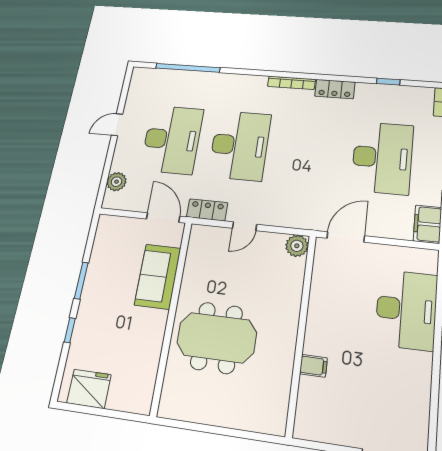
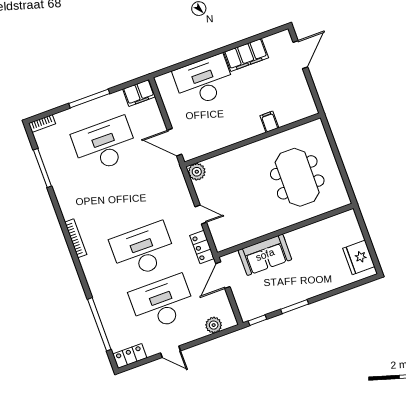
window: (388, 82) -> (42, 168), width x2.17
locker: (335, 89) -> (130, 356), moved, turned -90
window: (70, 330) -> (257, 320), moved
meeting table: (217, 338) -> (297, 177), moved
filing cabinet: (416, 381) -> (246, 55), added

